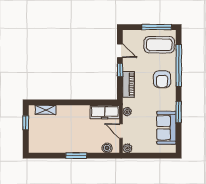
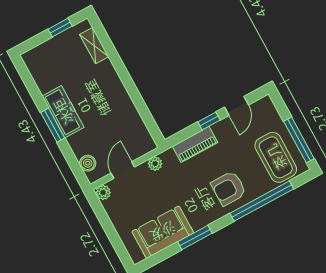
freezer: (105, 112) -> (63, 112), moved, turned 180

